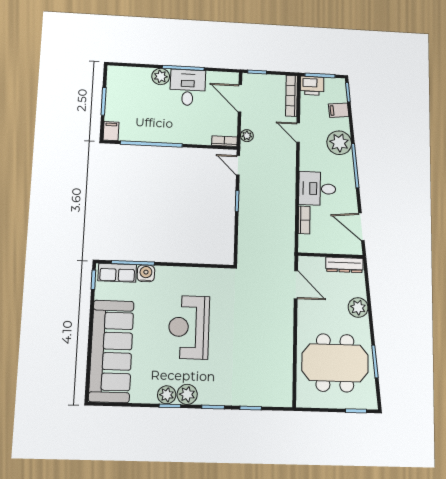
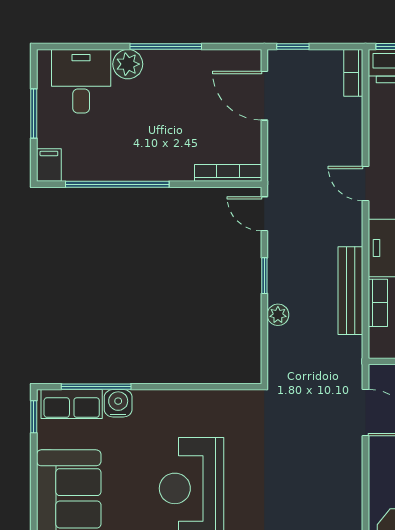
desk: (188, 87) -> (81, 81), moved
bookcase: (292, 96) -> (353, 73), width x0.64
door: (298, 133) -> (366, 184), moved
plant: (247, 136) -> (278, 315), moved
bookcase: (224, 141) -> (228, 173), width x1.56
bench: (288, 212) -> (350, 291), added

